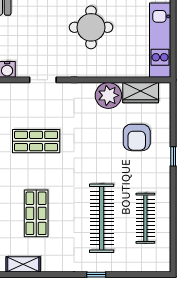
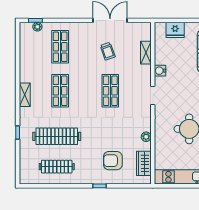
plant: (108, 95) -> (146, 137), width x0.53, depth x0.53
shop shelf: (36, 213) -> (60, 91), turned 90
shelving: (23, 264) -> (25, 95), moved

